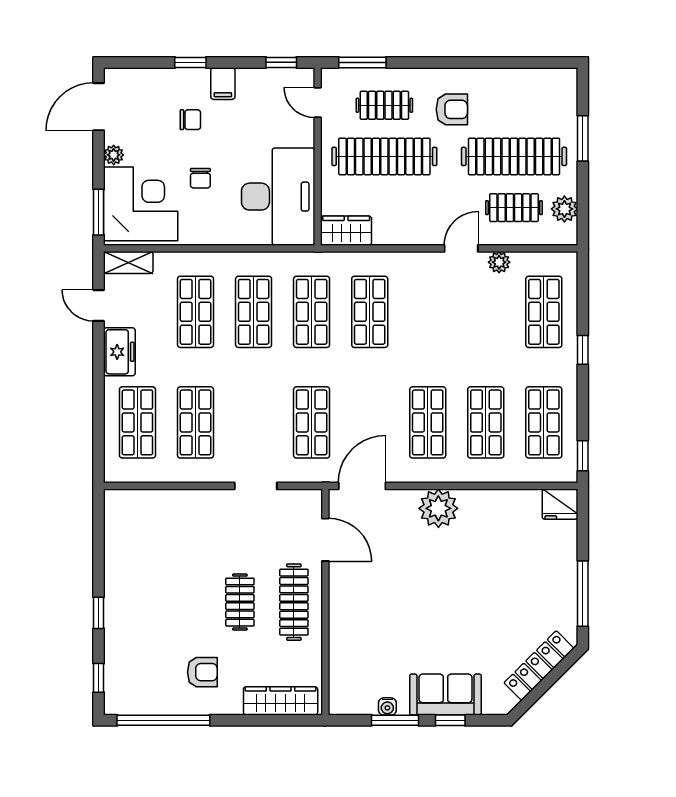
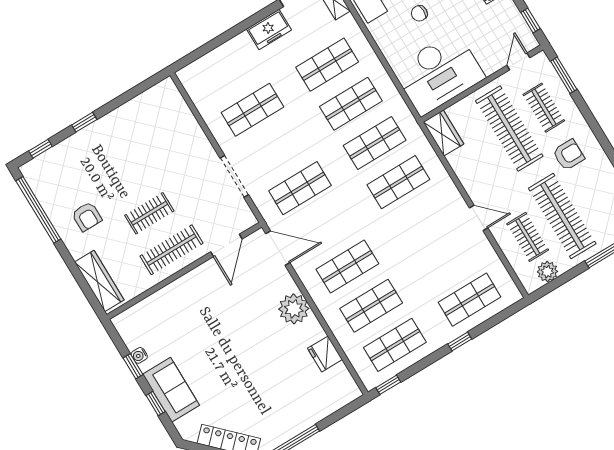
armchair: (452, 109) -> (569, 155), turned -90
plant: (499, 262) -> (485, 249), removed
shop shelf: (137, 422) -> (229, 71), removed
doorway: (256, 486) -> (234, 176), width x1.38
fridge: (560, 504) -> (325, 354), moved
window: (395, 720) -> (133, 366), width x0.67

